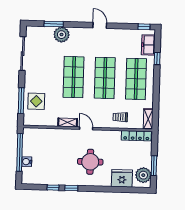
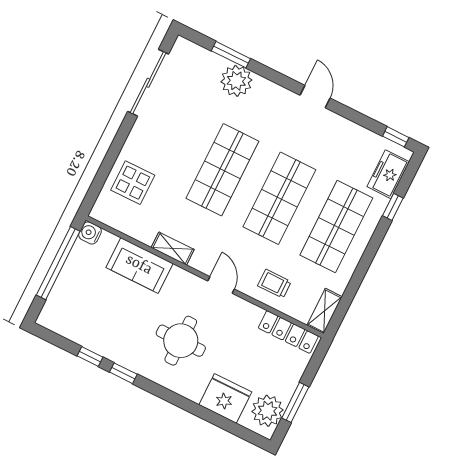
window: (21, 101) -> (105, 169), removed
door: (86, 128) -> (221, 285), moved
sofa: (56, 137) -> (139, 265), added
water cooler: (27, 162) -> (90, 233), moved

